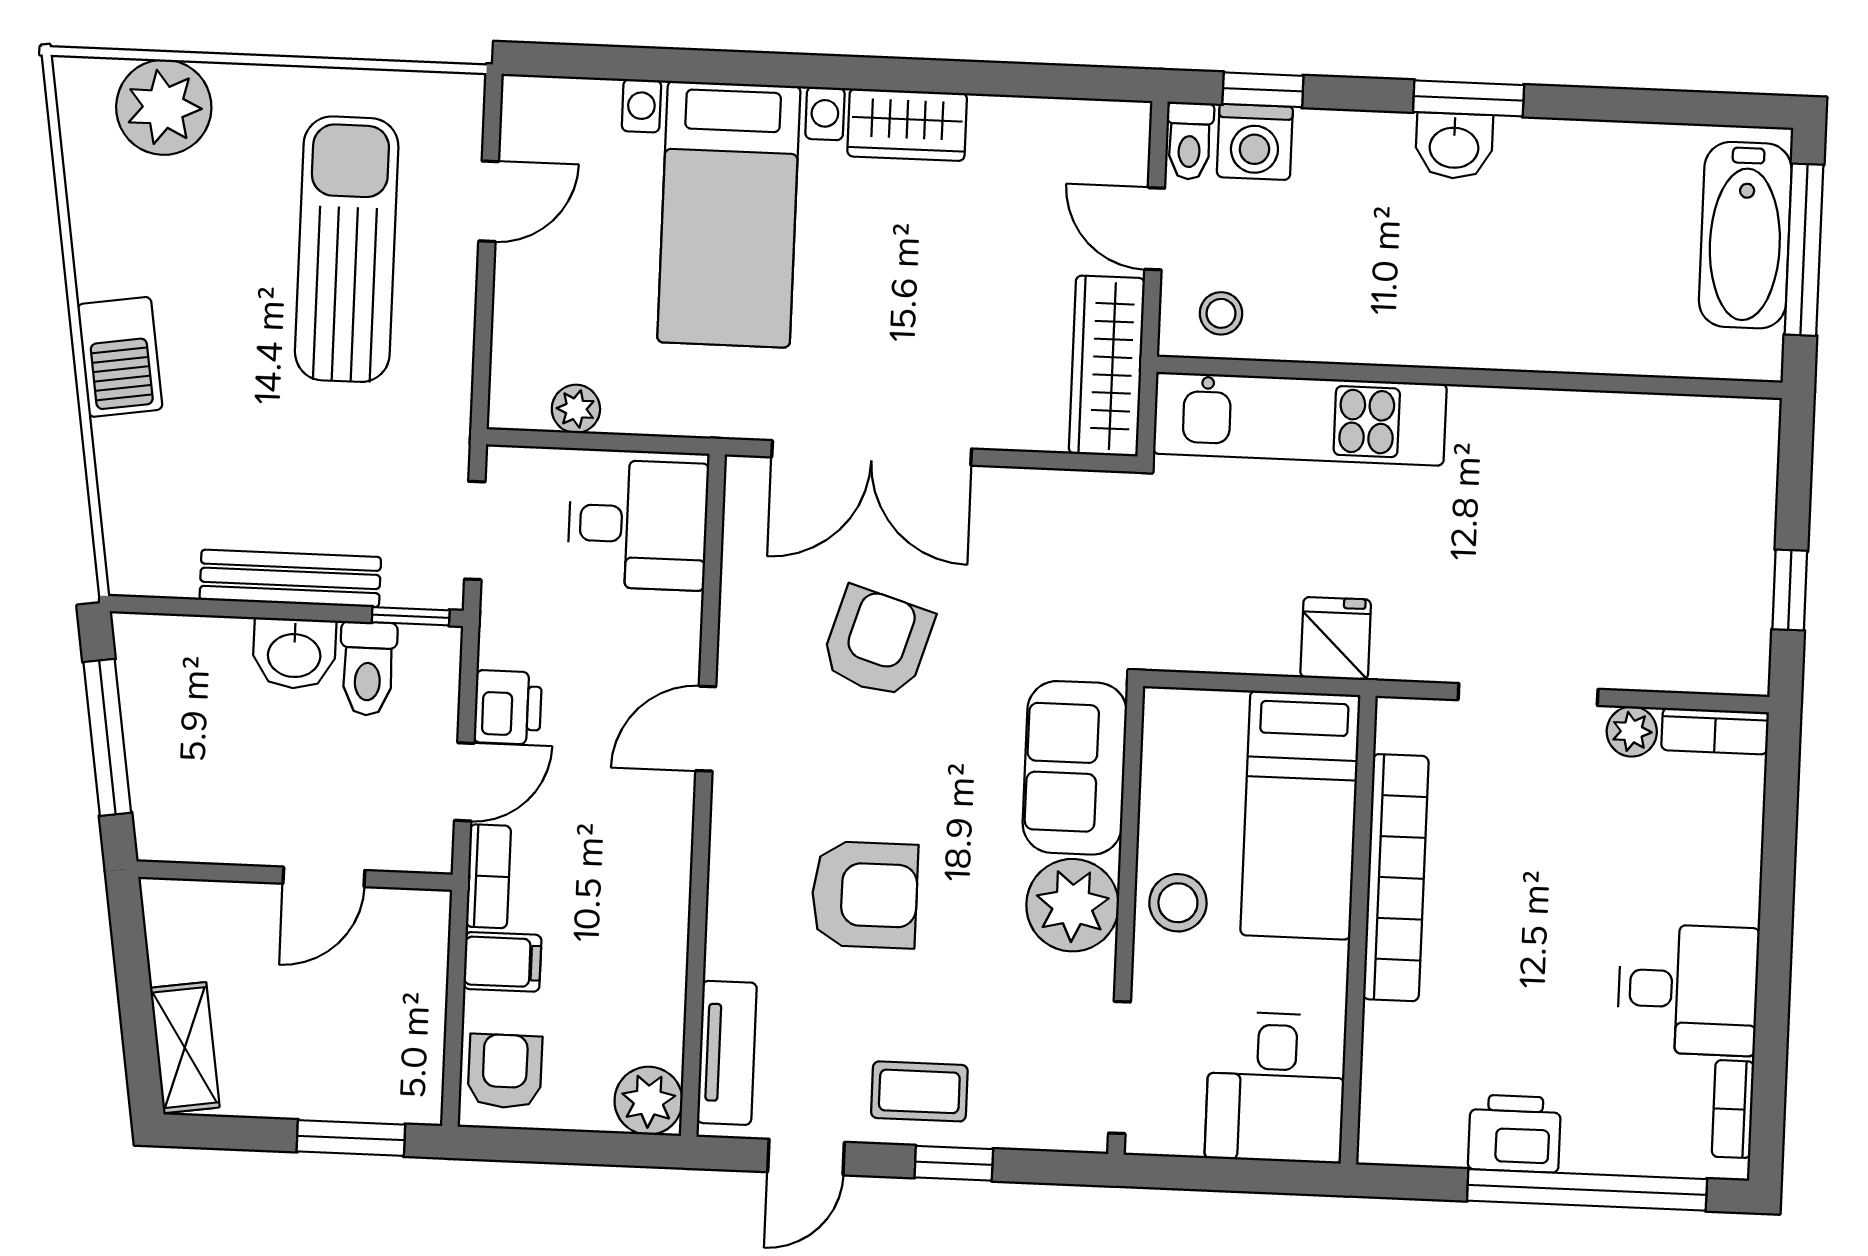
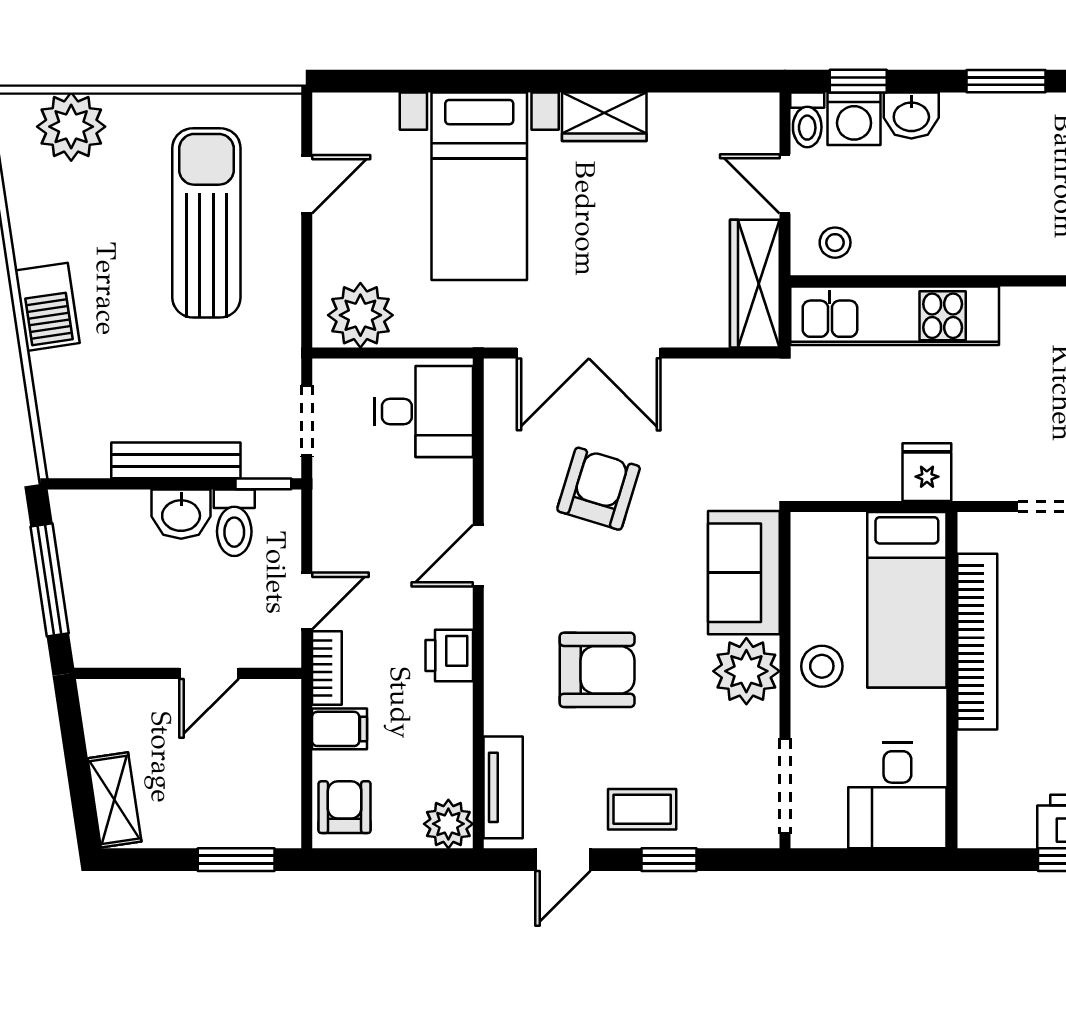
washbasin: (1454, 146) -> (911, 115), moved
plant: (576, 409) -> (360, 315), width x1.87, depth x1.87
printer: (508, 707) -> (449, 655), moved, turned 180

